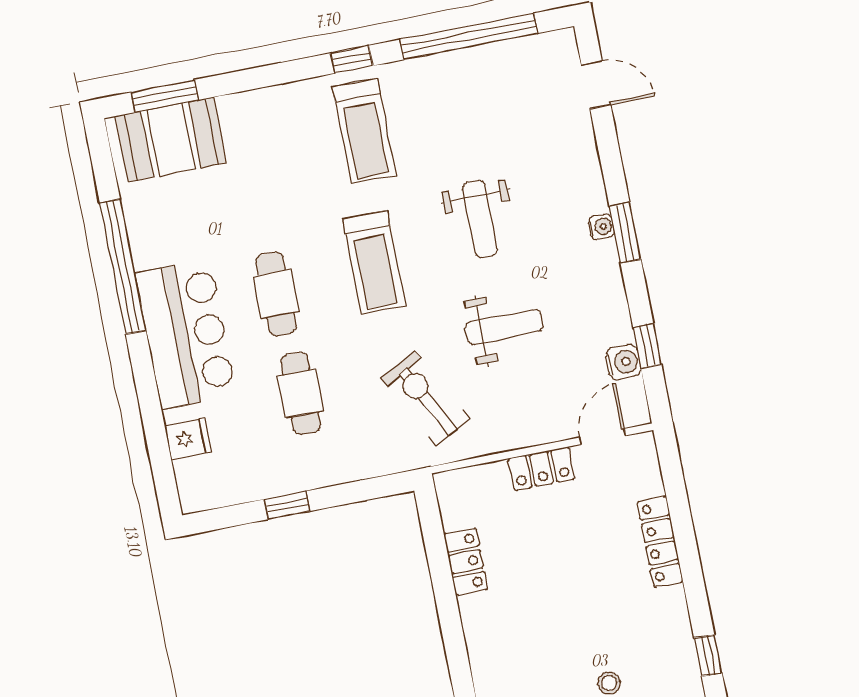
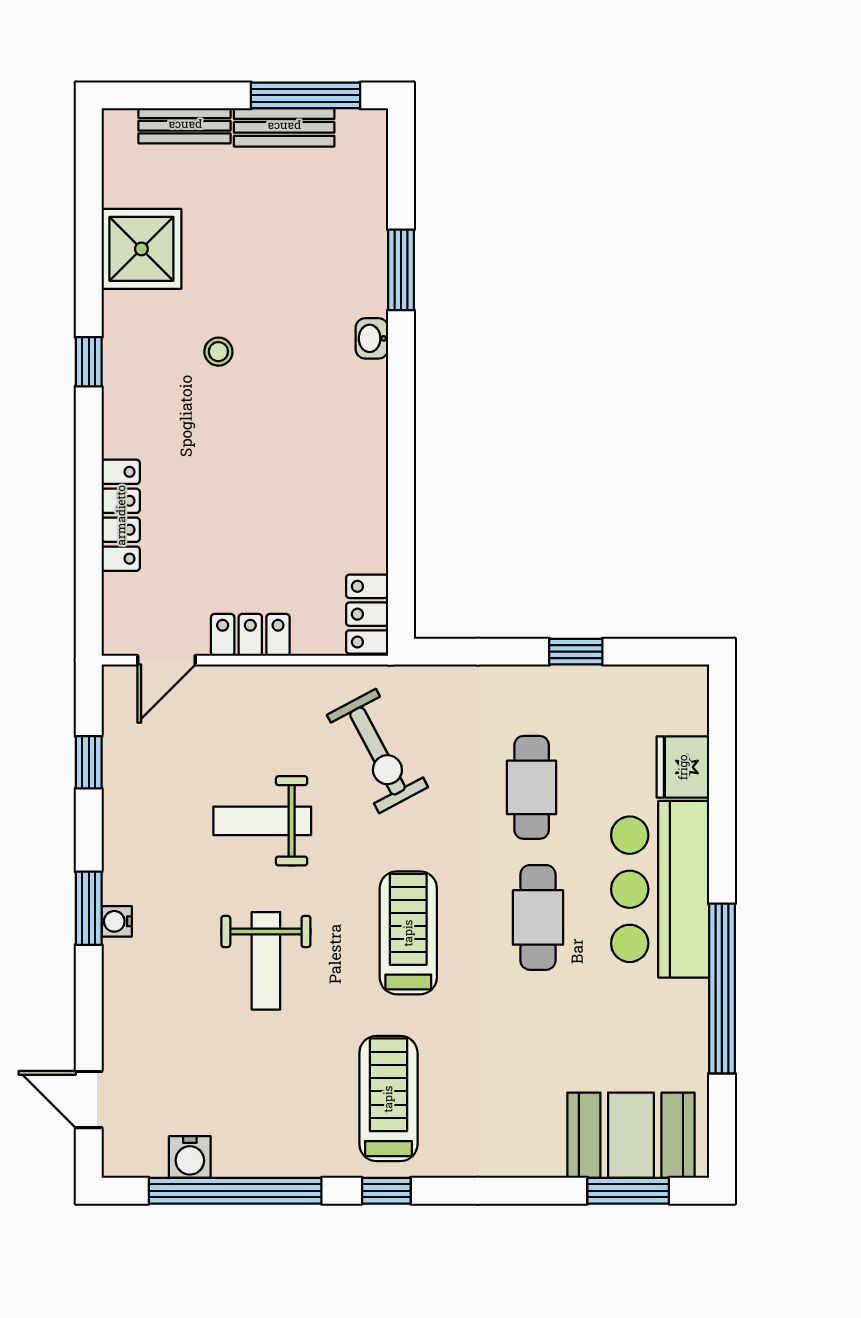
weight bench: (480, 219) -> (266, 961), turned 180
water cooler: (623, 362) -> (190, 1157), moved, turned -90
fridge: (188, 439) -> (683, 767), width x1.38
locker: (466, 562) -> (367, 614), moved

